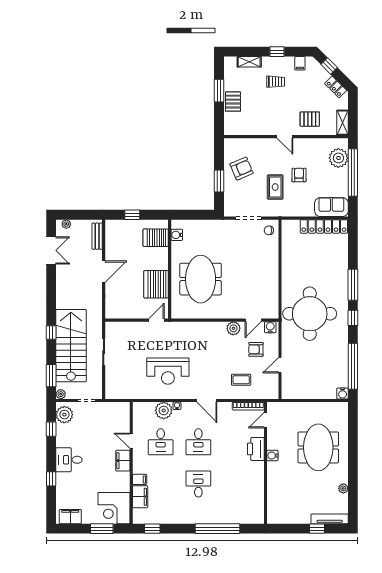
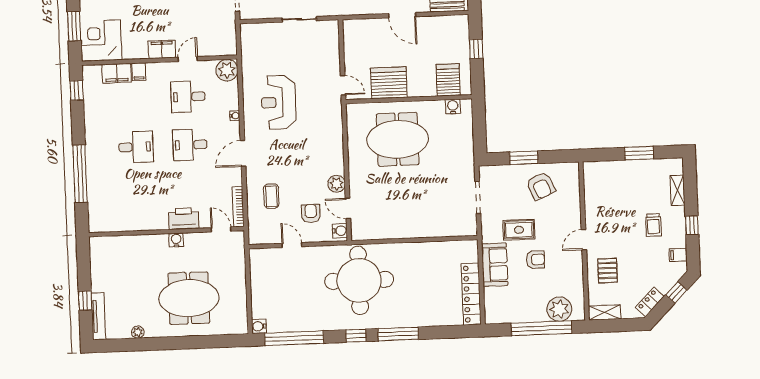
pallet: (233, 102) -> (626, 172), removed
sofa: (331, 207) -> (495, 265), moved
chair: (269, 230) -> (463, 224), removed
plant: (164, 410) -> (227, 70), moved

